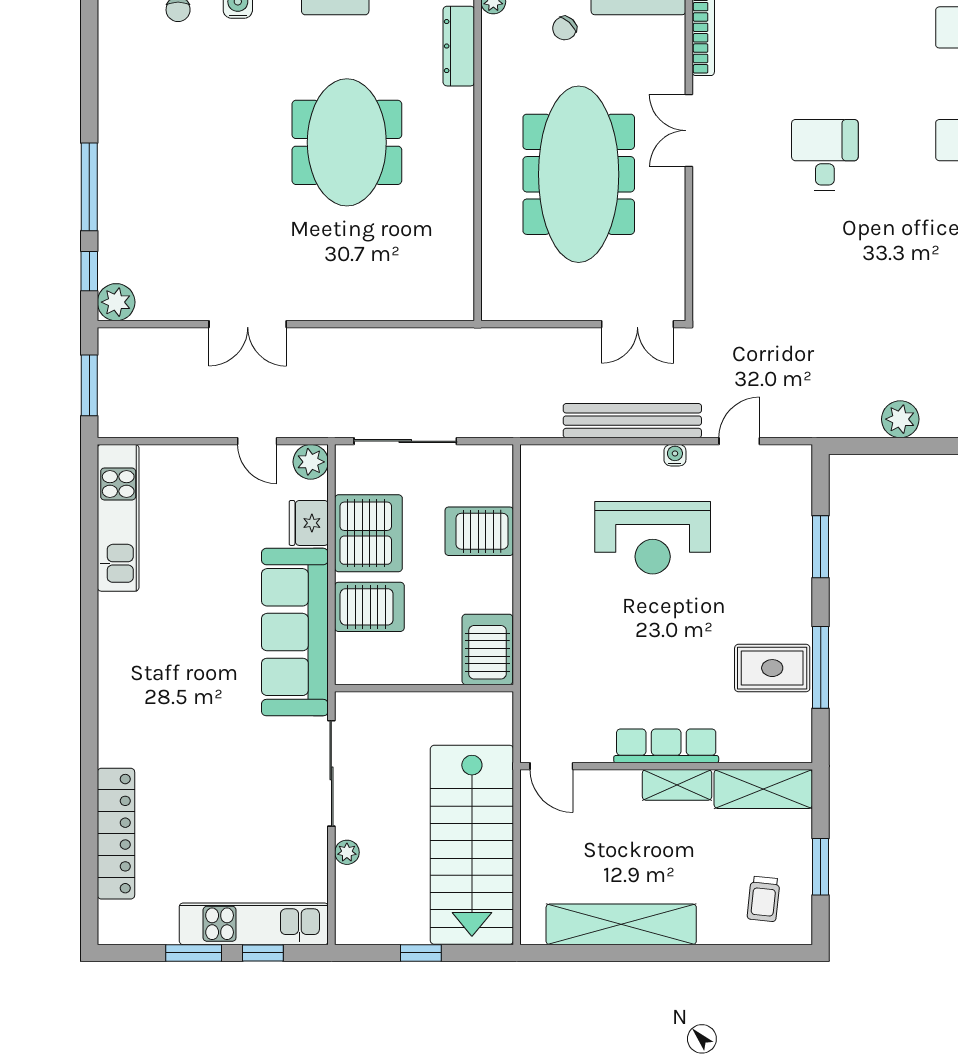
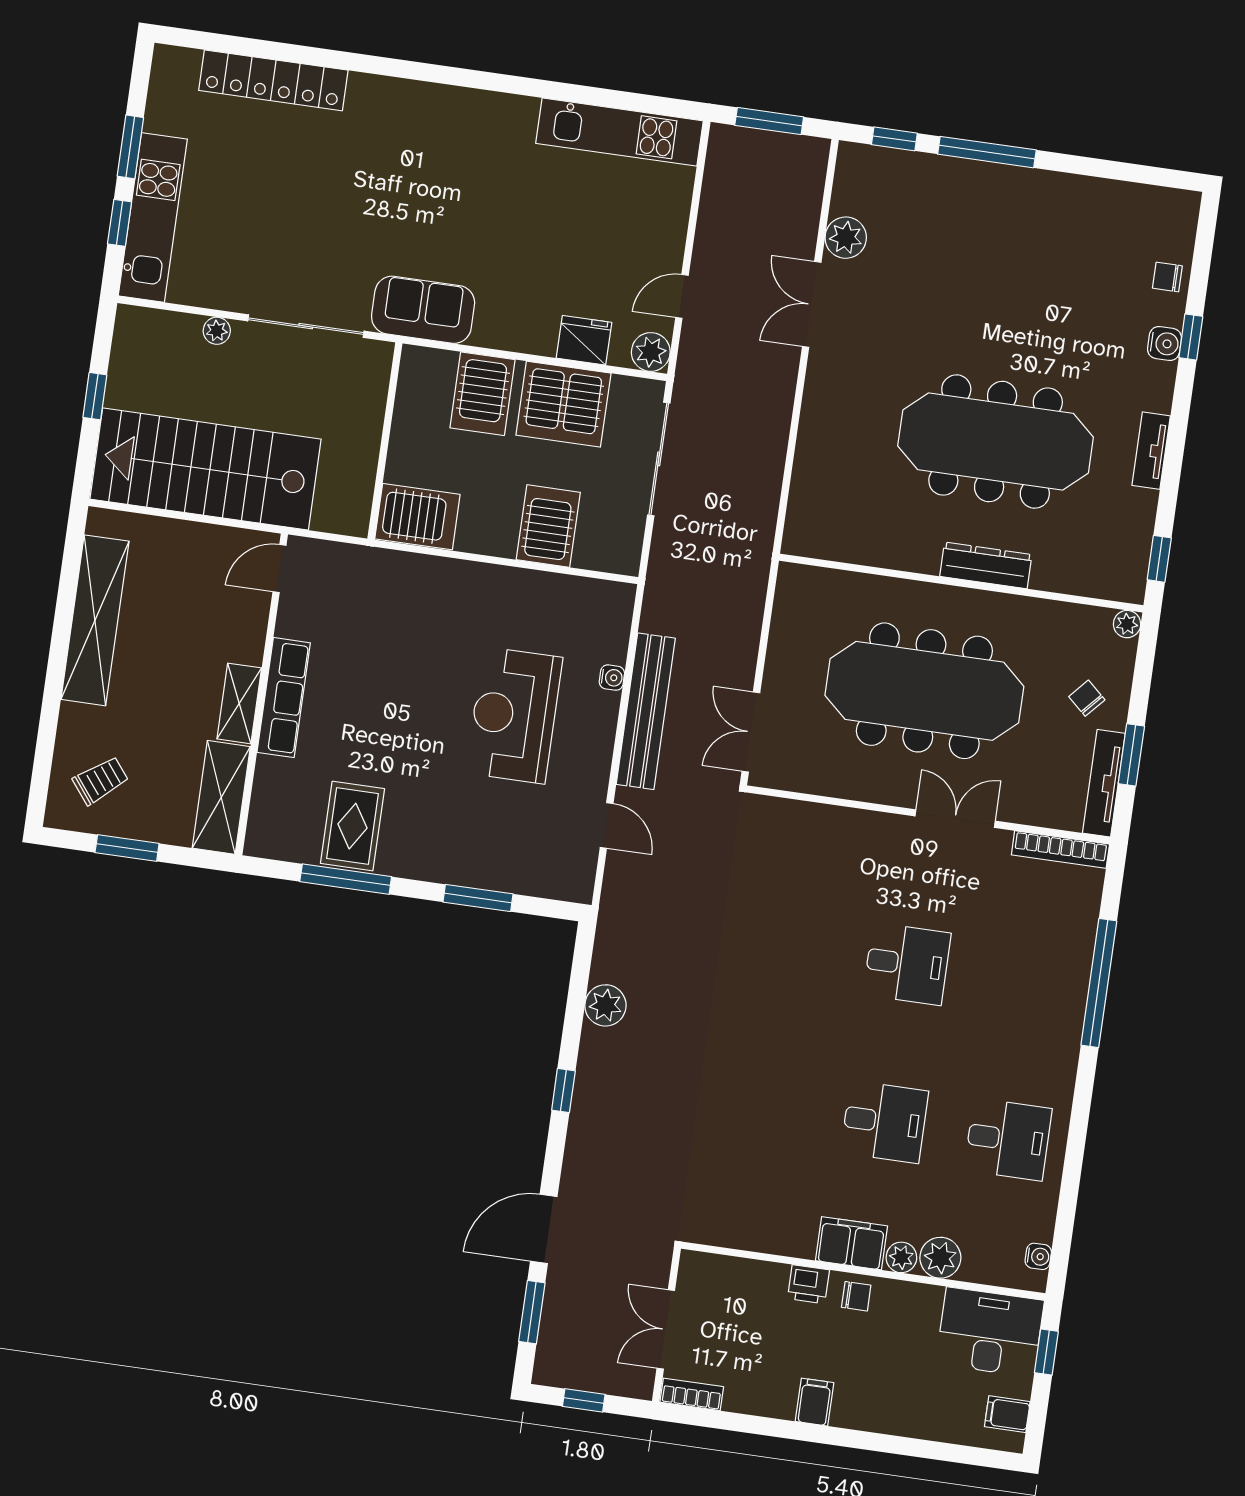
dresser: (459, 46) -> (986, 565), moved
meeting table: (347, 142) -> (996, 442), width x1.36
plant: (116, 302) -> (846, 238), moved
water cooler: (675, 455) -> (612, 678), moved
sofa: (295, 632) -> (423, 310), width x0.54, depth x0.79
trolley: (764, 899) -> (101, 780), turned 136

